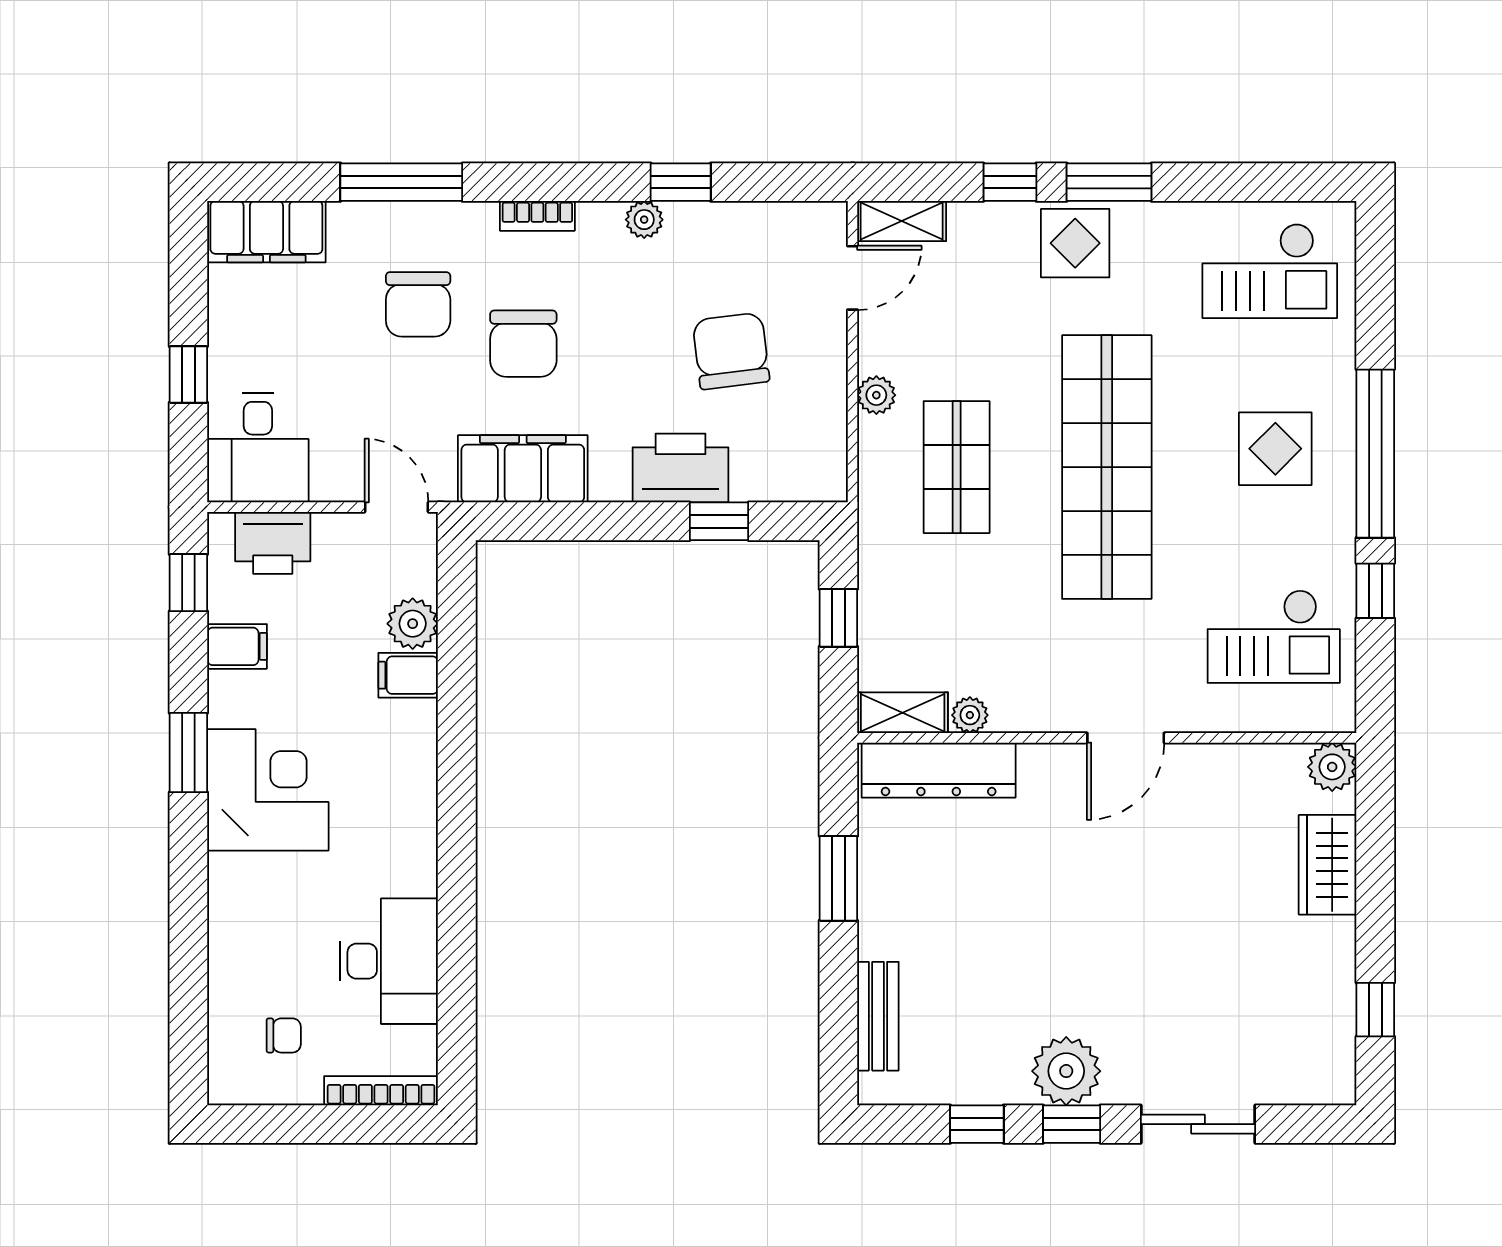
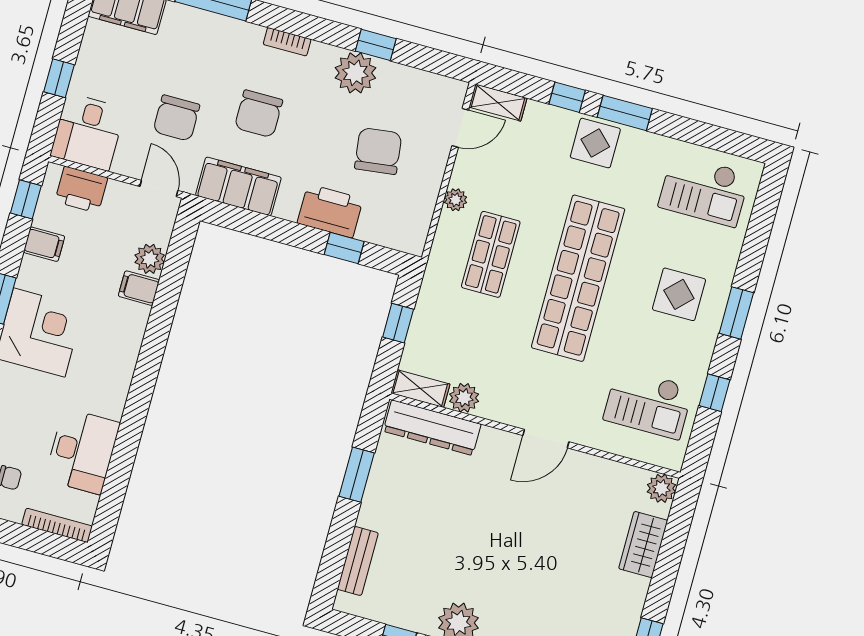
plant: (644, 220) -> (355, 73), width x1.88, depth x1.88
chair: (418, 304) -> (176, 118), moved
window: (1375, 454) -> (736, 313), width x0.47
plant: (970, 715) -> (464, 398), width x1.38, depth x1.38

